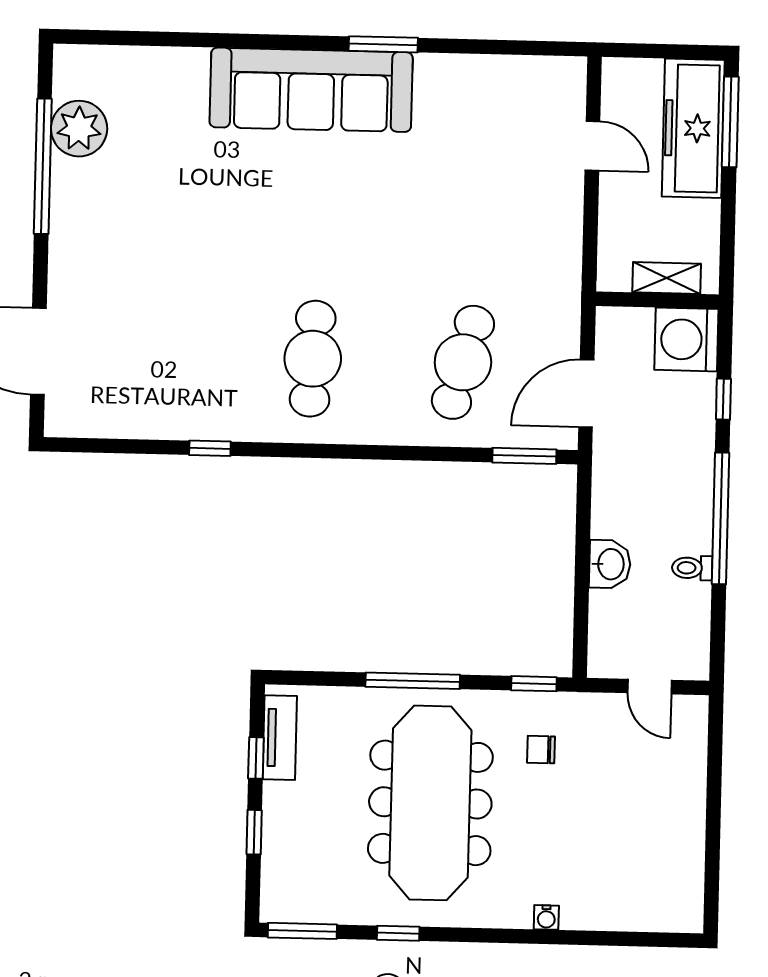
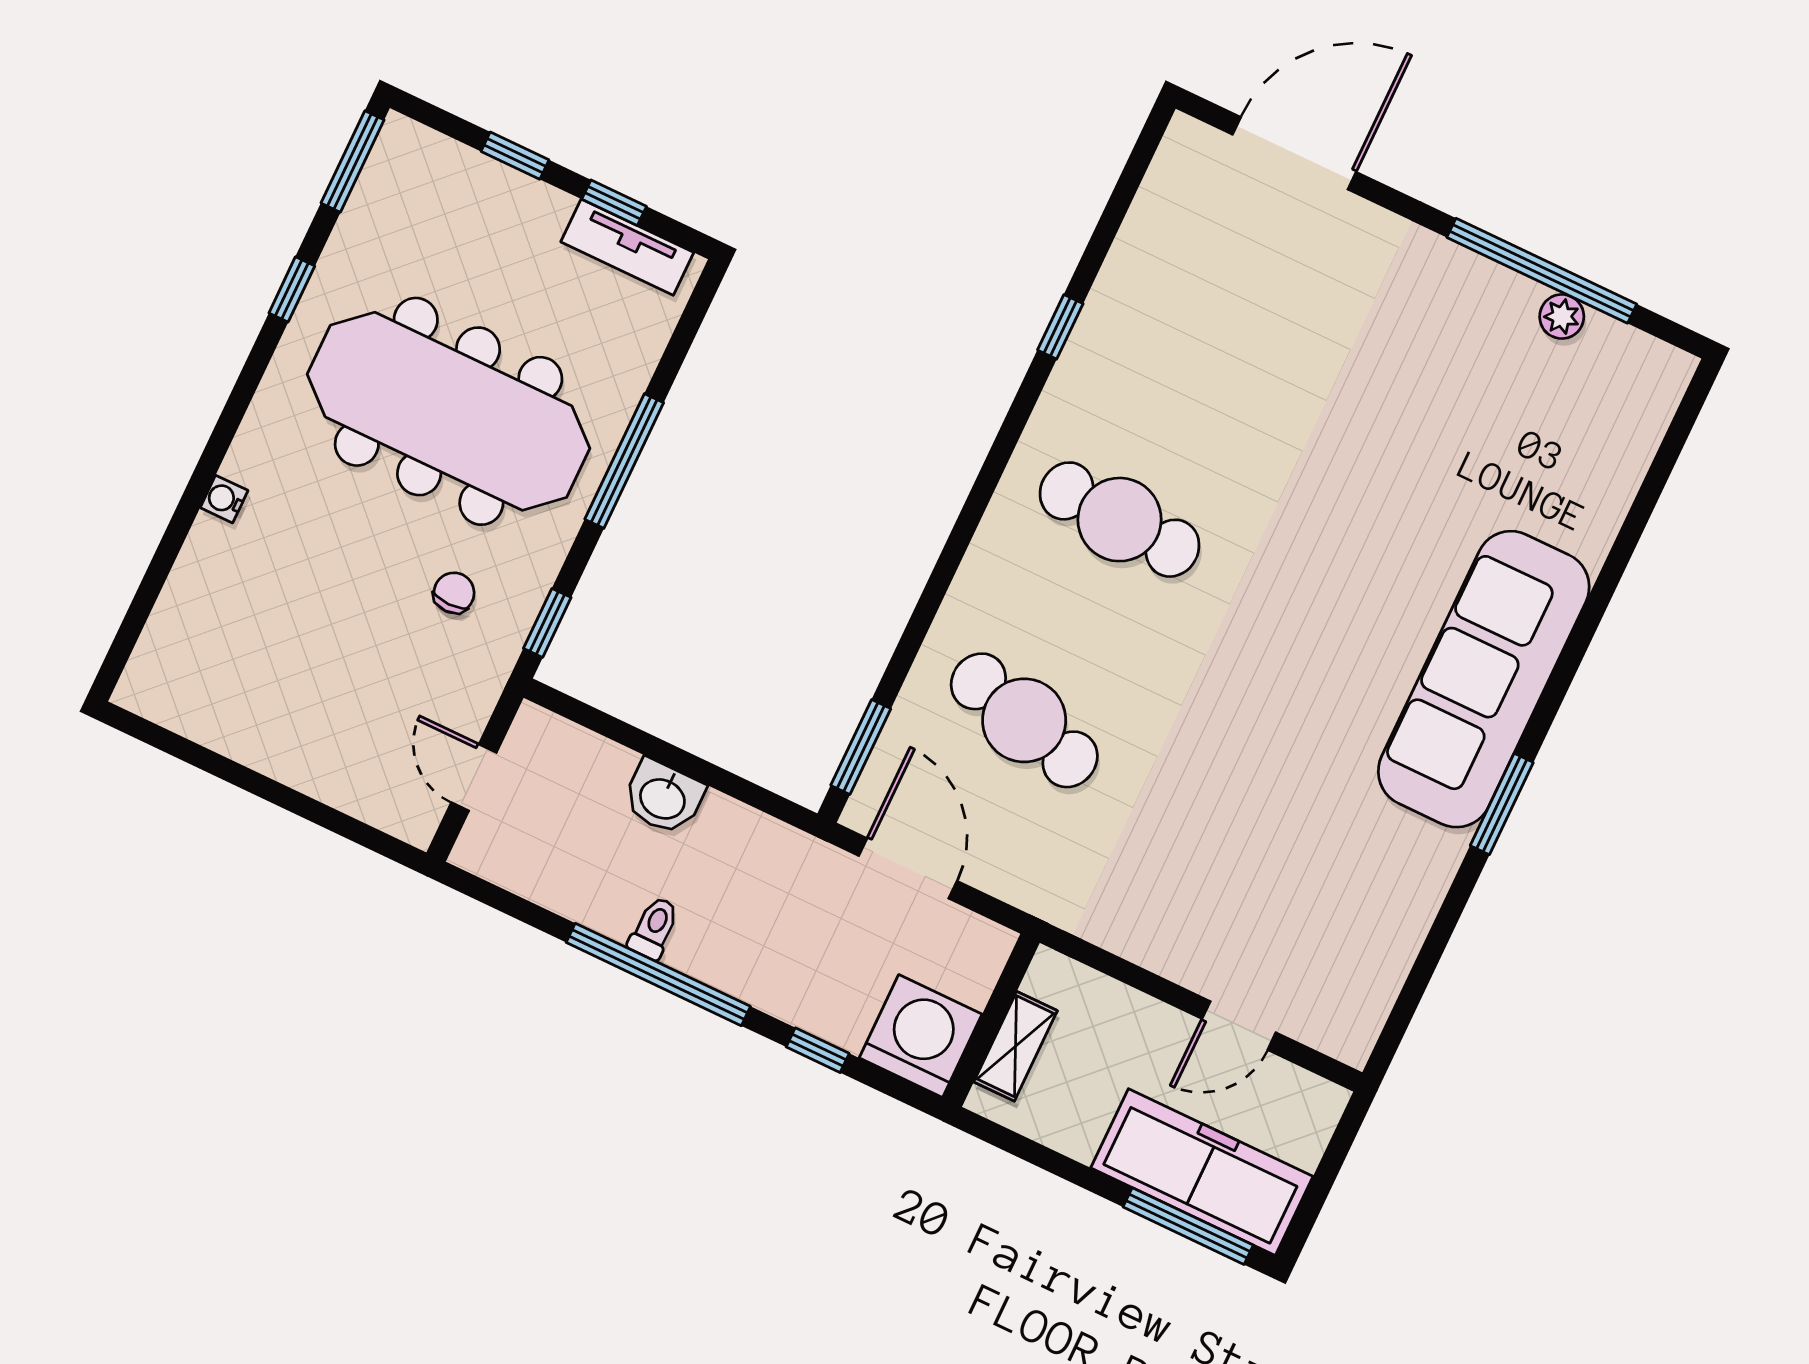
plant: (79, 129) -> (1562, 317), width x0.53, depth x0.53
toilet: (692, 568) -> (654, 928), moved
door: (650, 687) -> (474, 777), hinge flipped

